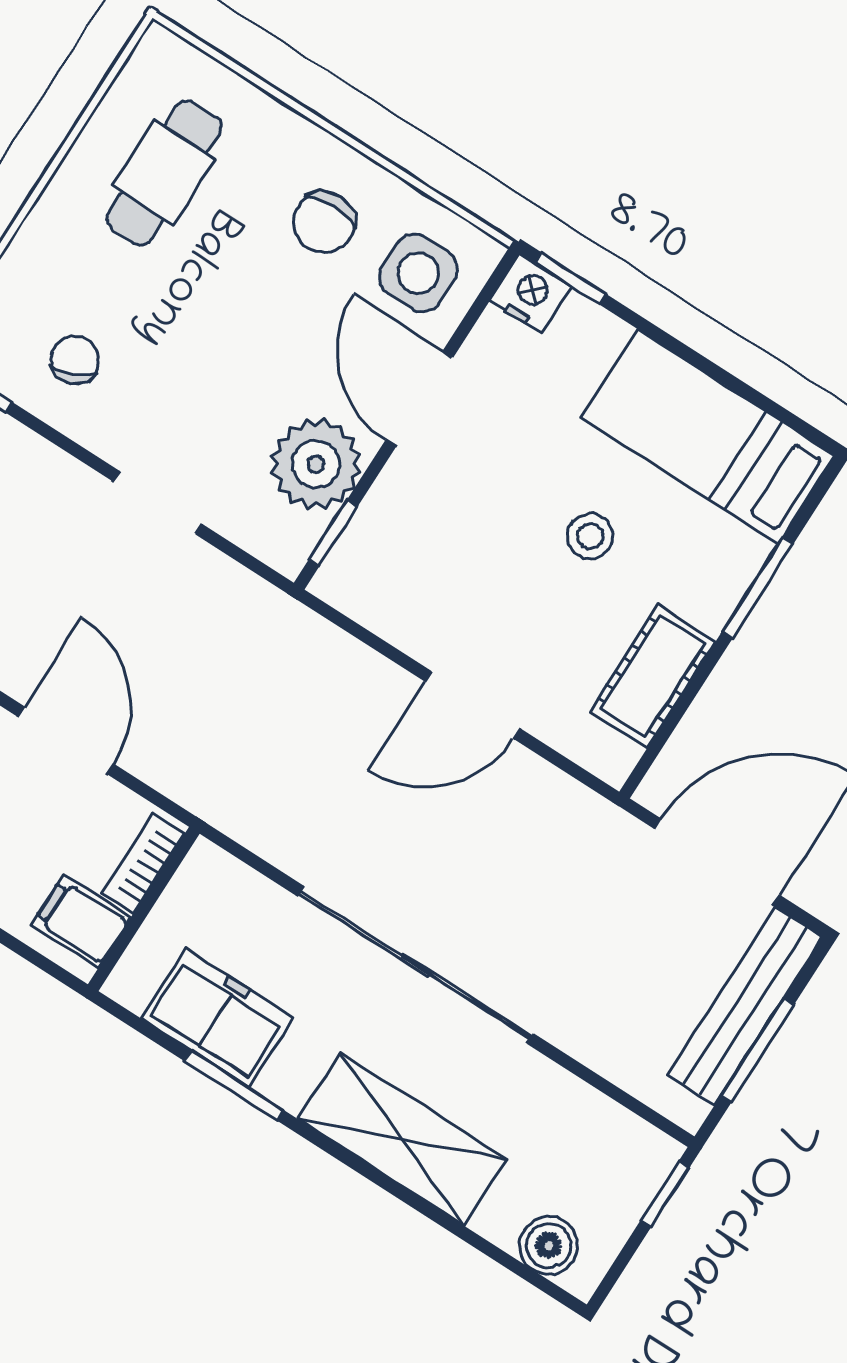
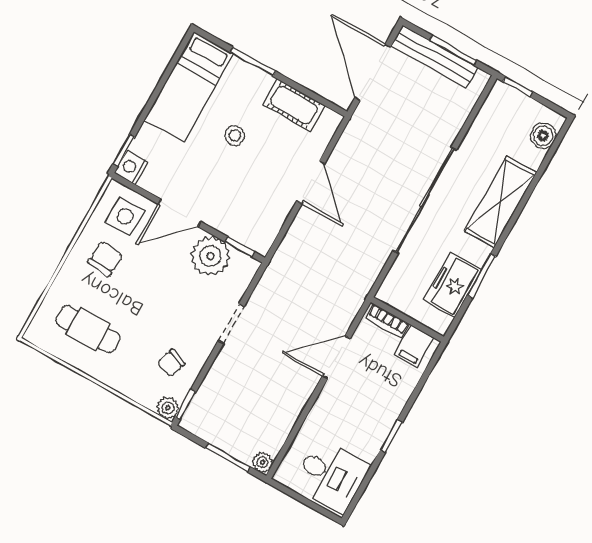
chair: (324, 222) -> (105, 259), turned -86
chair: (75, 360) -> (171, 363), turned -47

